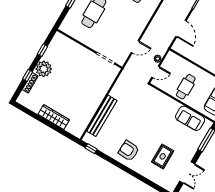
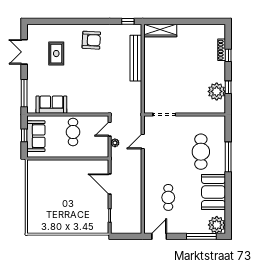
plant: (44, 69) -> (217, 91), moved
wardrobe: (54, 117) -> (160, 30), moved

